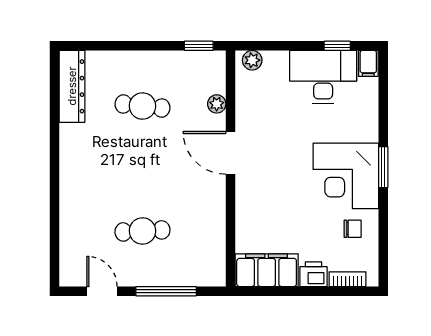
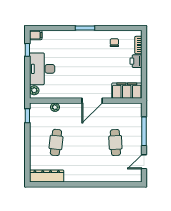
desk: (323, 77) -> (42, 69), moved
door: (230, 153) -> (92, 101), moved
corner desk: (346, 176) -> (89, 46), removed
filing cabinet: (267, 270) -> (127, 91), moved, turned 90

